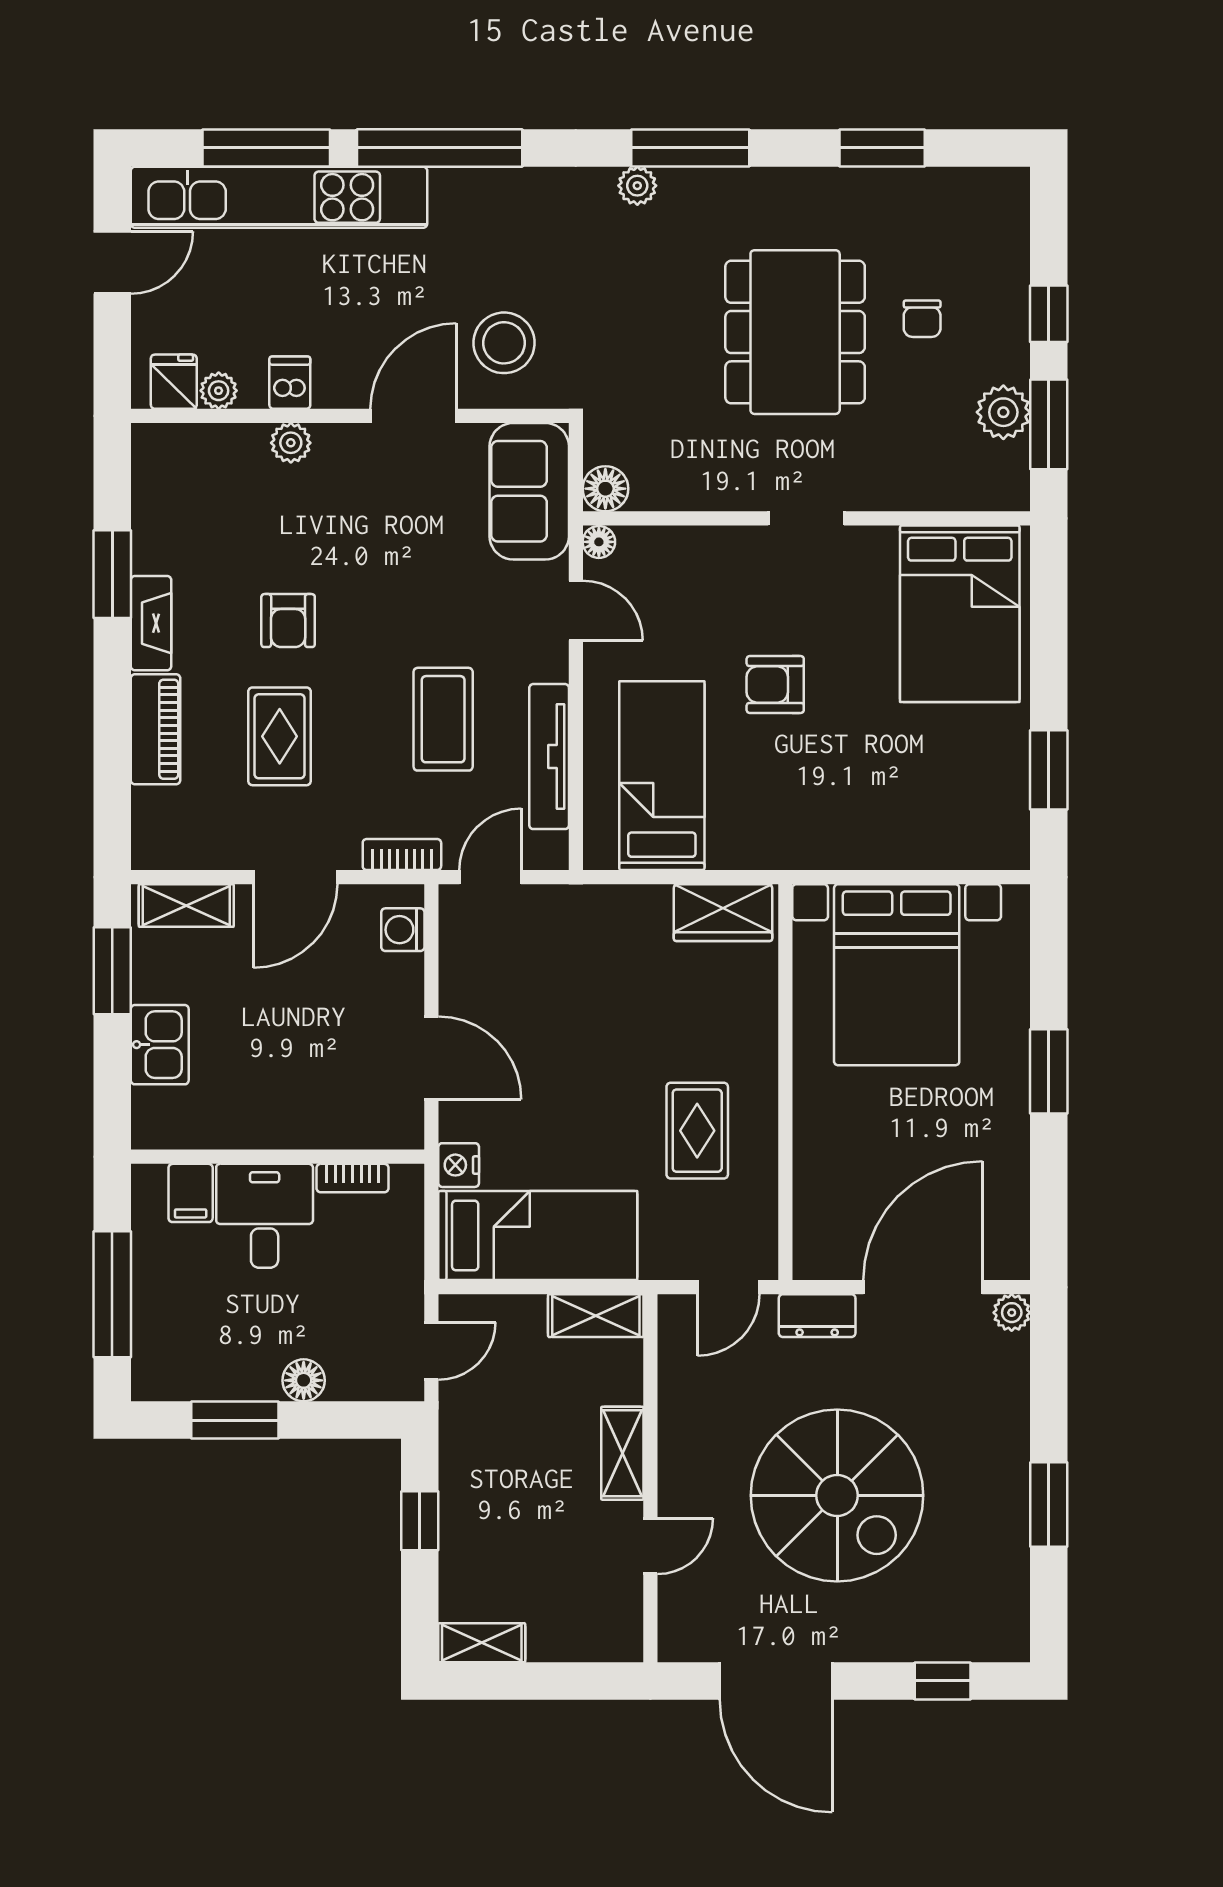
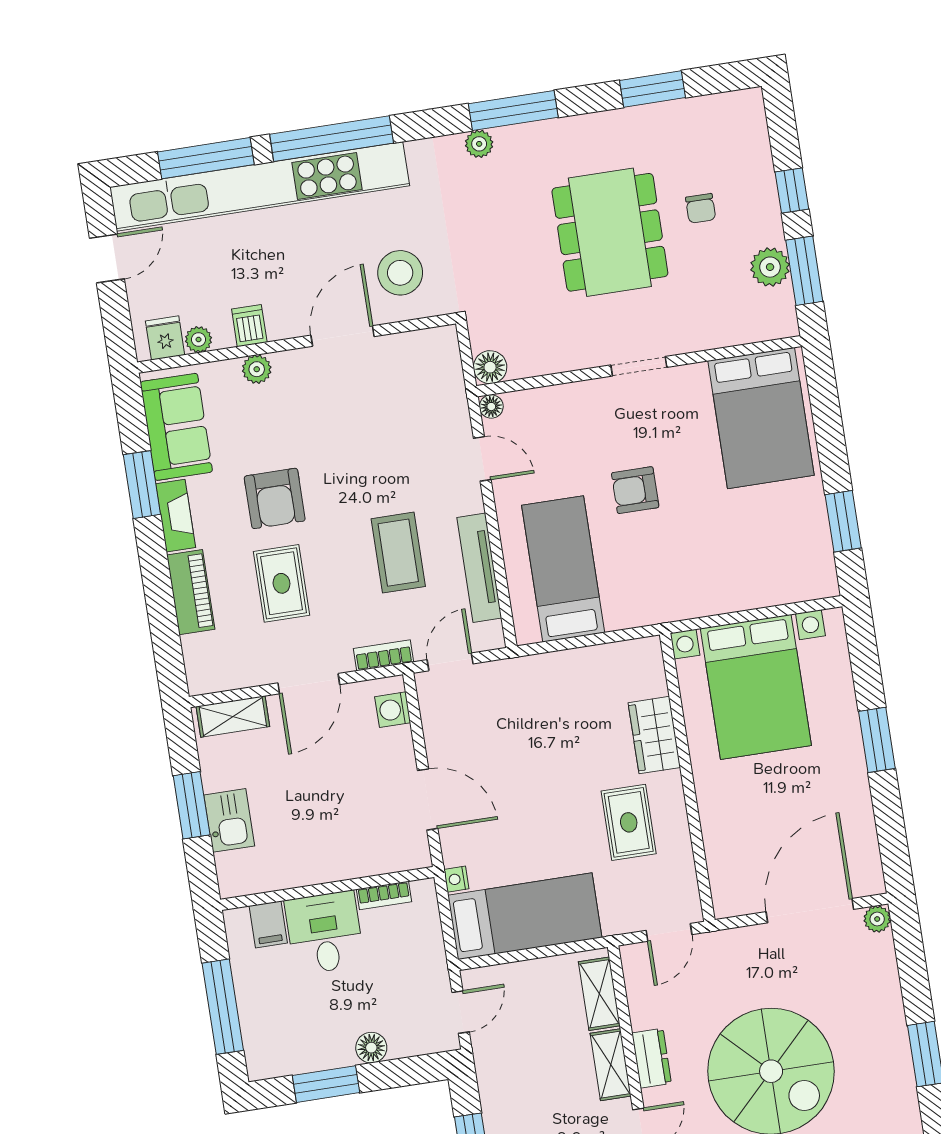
kitchen unit: (279, 197) -> (260, 186), width x1.36
sofa: (529, 491) -> (176, 427), moved, turned 180
armchair: (288, 621) -> (275, 498), width x1.38, depth x1.38
wardrobe: (723, 913) -> (654, 735), moved, turned 90
window: (112, 971) -> (192, 805), moved
nightstand: (459, 1165) -> (456, 879), width x0.72, depth x0.74
shelving: (596, 1316) -> (599, 994), moved, turned 90
dresser: (817, 1316) -> (652, 1058), moved, turned -90

